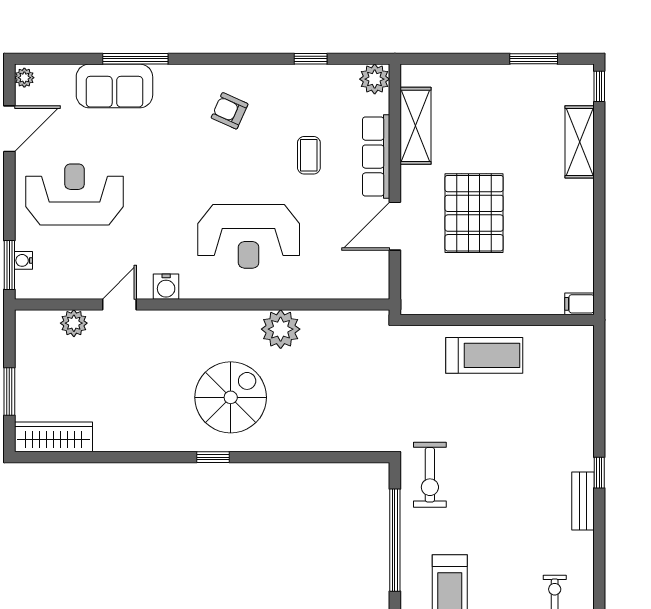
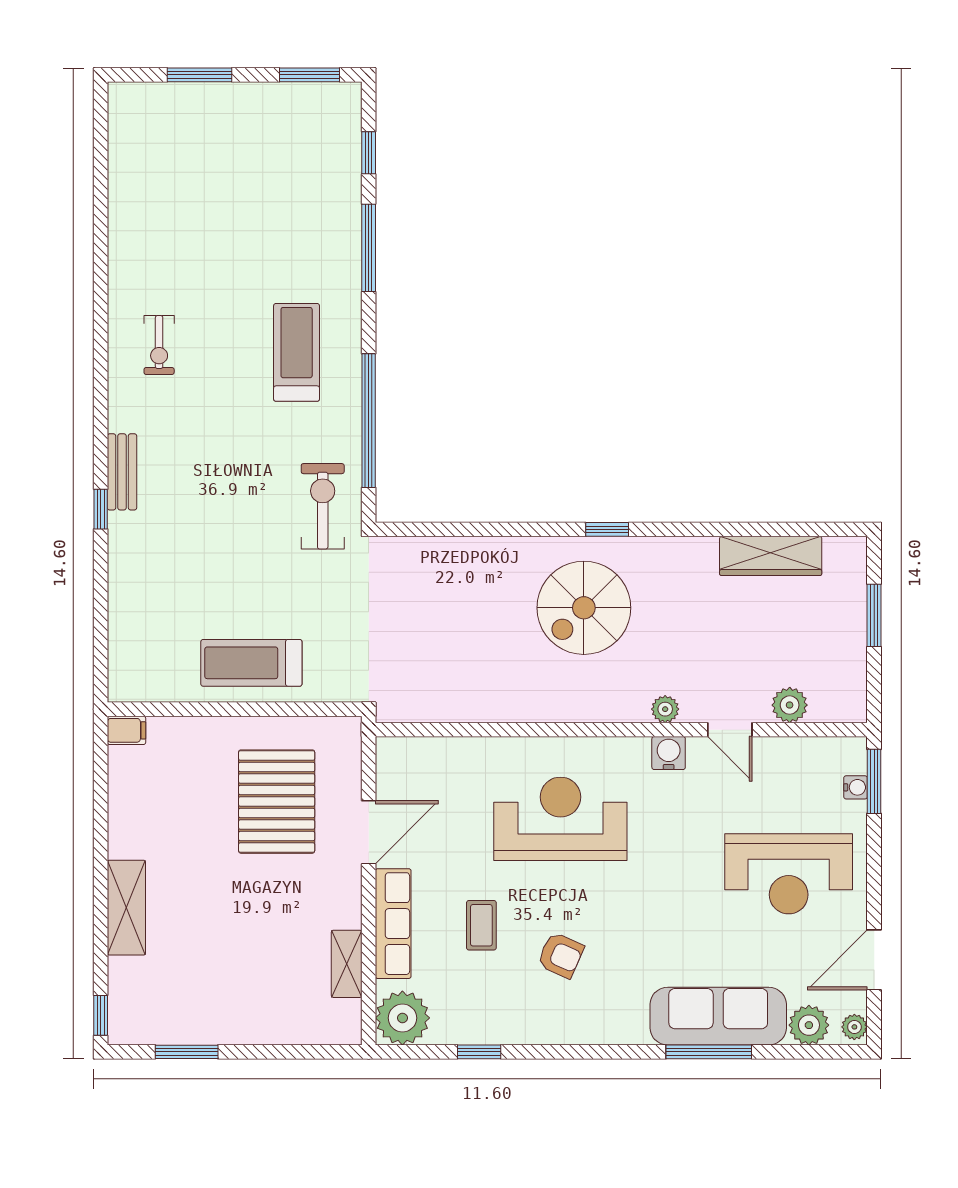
plant: (59, 79) -> (809, 1025), added
plant: (375, 79) -> (402, 1018), width x1.36, depth x1.36
sofa: (114, 86) -> (718, 1016), width x1.36
armchair: (230, 111) -> (561, 955), moved
shelving: (415, 126) -> (347, 964), width x0.67, depth x0.75
shelving: (580, 142) -> (126, 908), moved
pallet: (474, 213) -> (277, 802), moved
door: (119, 304) -> (730, 730), hinge flipped
plant: (281, 329) -> (665, 709), moved, width x0.53, depth x0.53
wardrobe: (53, 437) -> (771, 556), moved

